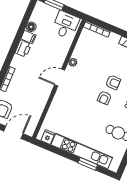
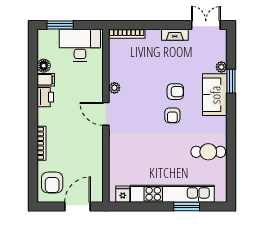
desk: (66, 25) -> (80, 45), width x1.37
door: (60, 78) -> (106, 114), hinge flipped

